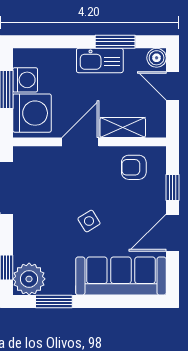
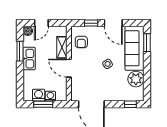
washing machine: (32, 113) -> (50, 96), width x0.53, depth x0.53
plant: (29, 279) -> (136, 79), moved
window: (54, 302) -> (147, 43), moved

